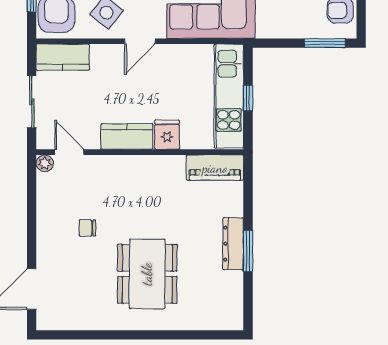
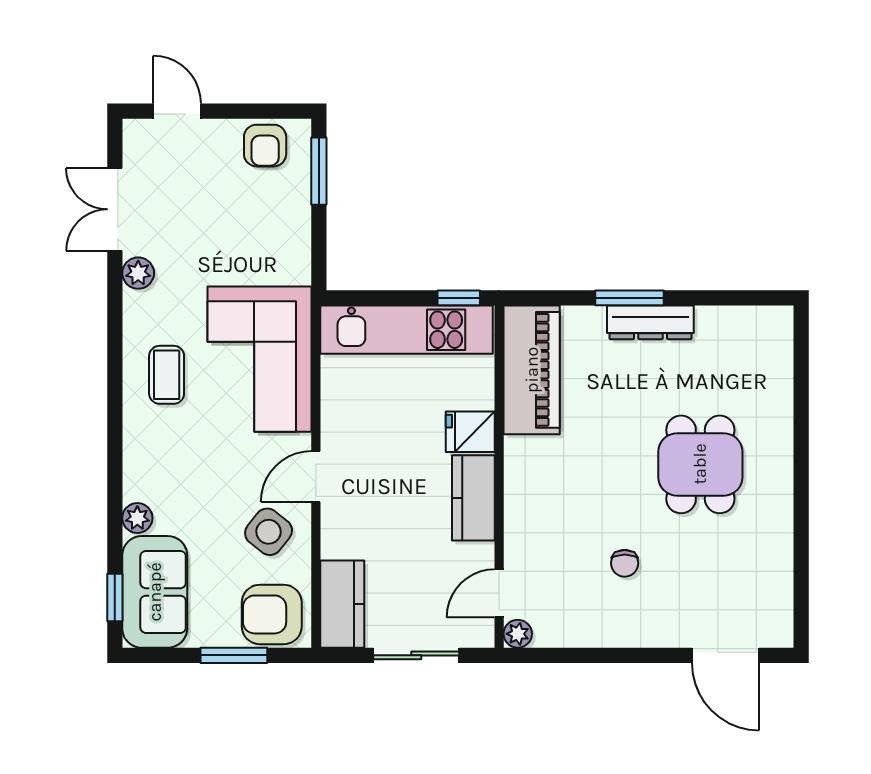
door: (140, 41) -> (316, 477), swing flipped
window: (248, 98) -> (459, 298), moved
piano: (215, 168) -> (532, 370), width x1.37, depth x1.33
window: (248, 251) -> (629, 298), moved
dining table: (147, 274) -> (700, 464), width x0.73

